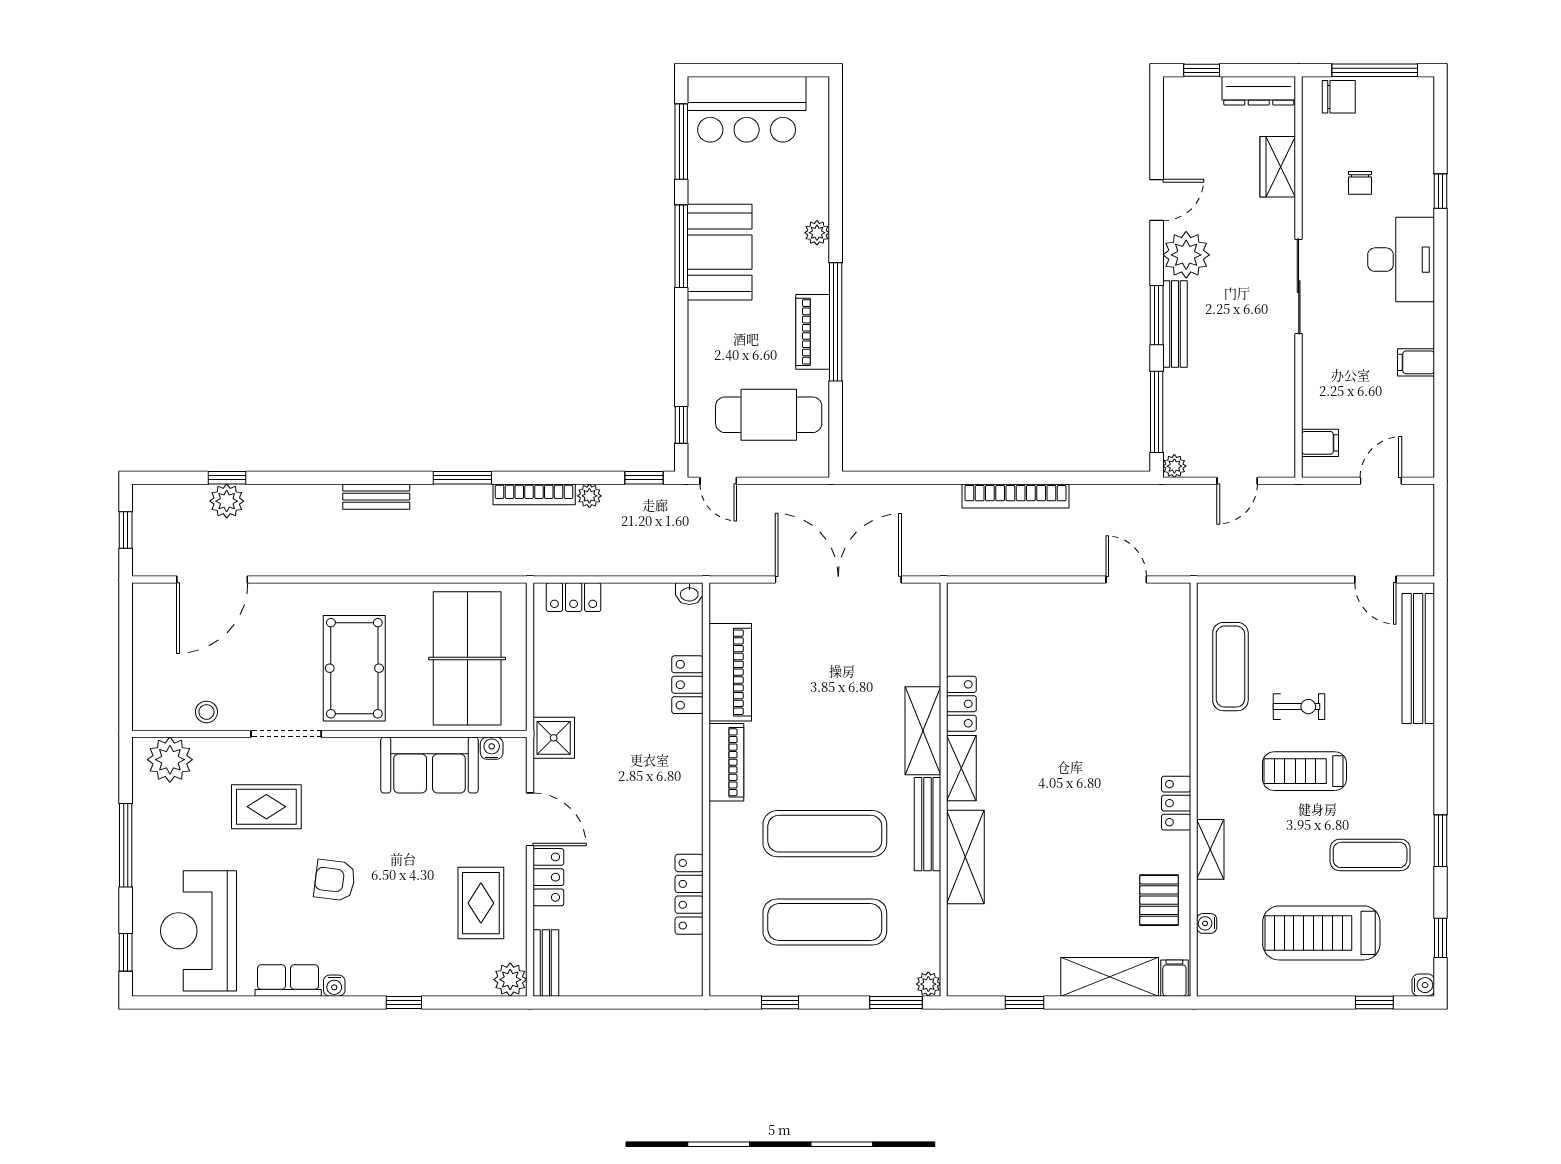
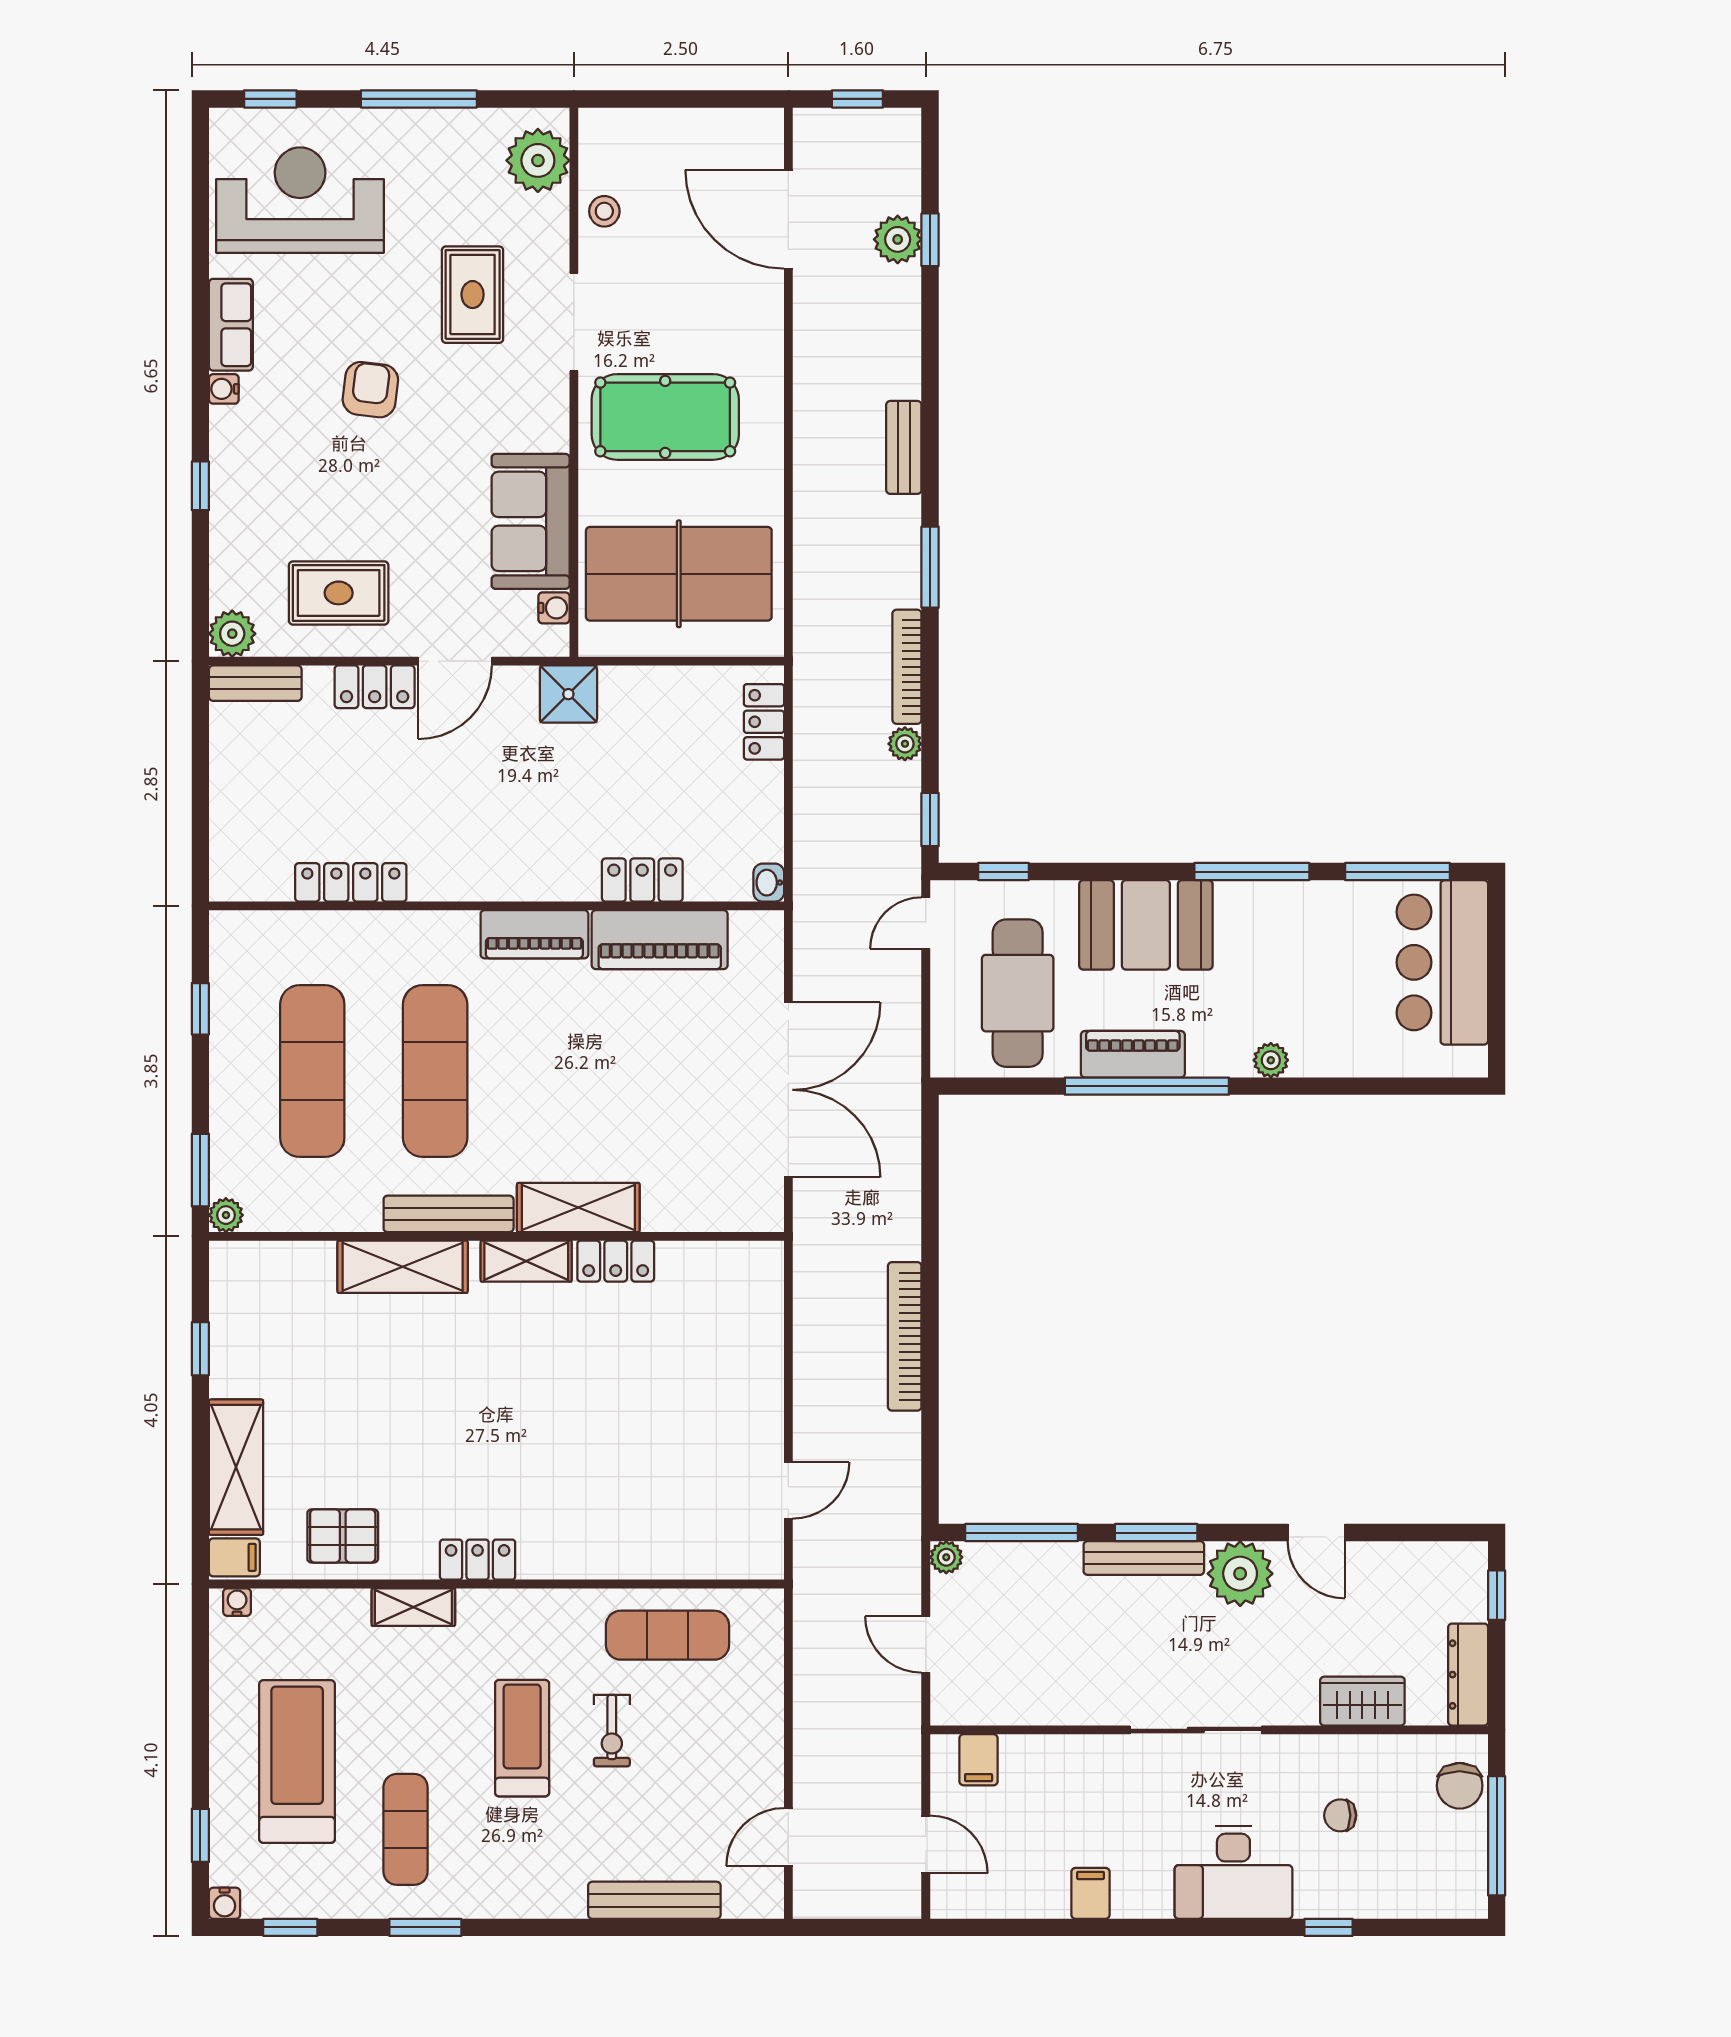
booth: (720, 252) -> (1146, 925), moved
bench: (1418, 658) -> (654, 1900), width x0.73, depth x0.82
water cooler: (1207, 923) -> (237, 1602), moved

